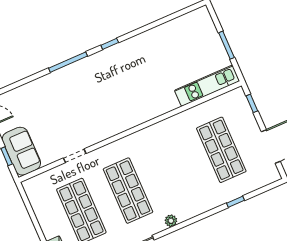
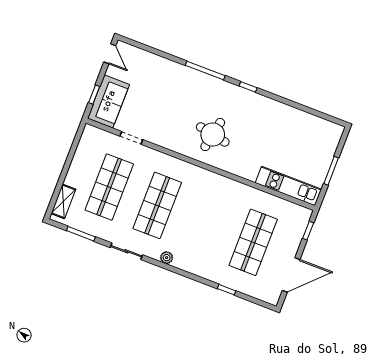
round table: (118, 102) -> (213, 134), added
doorway: (75, 156) -> (131, 138), moved

